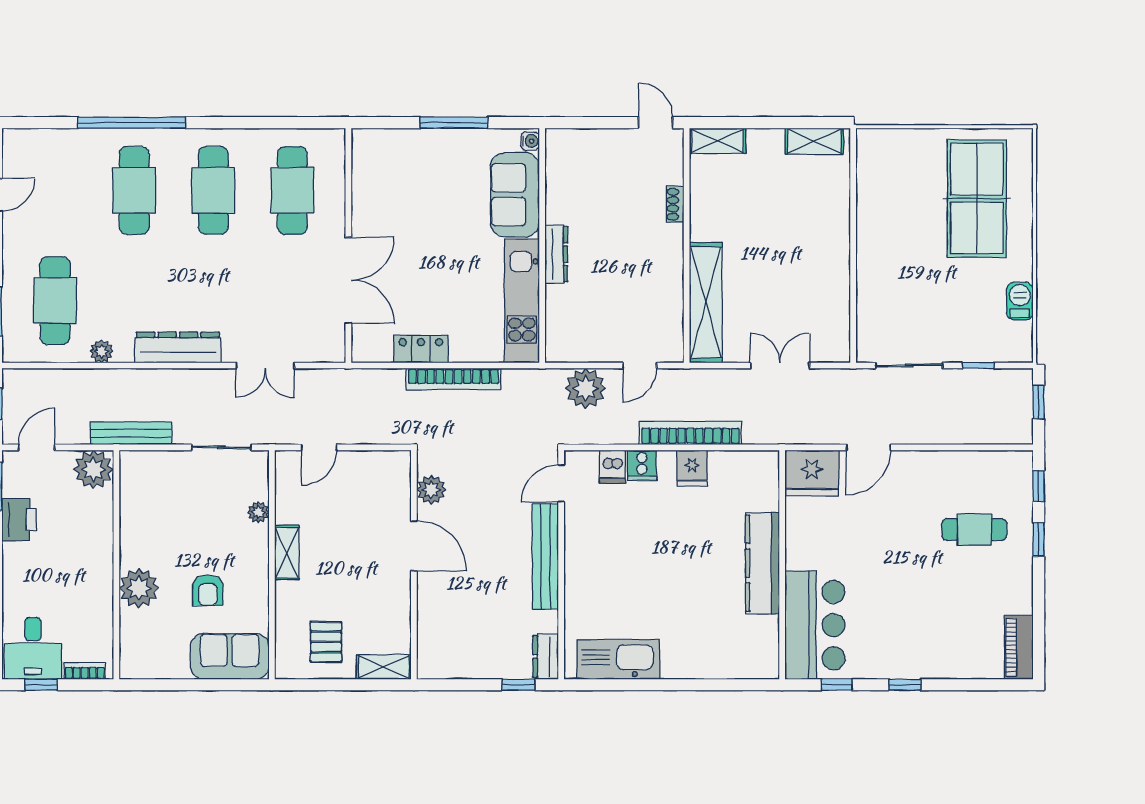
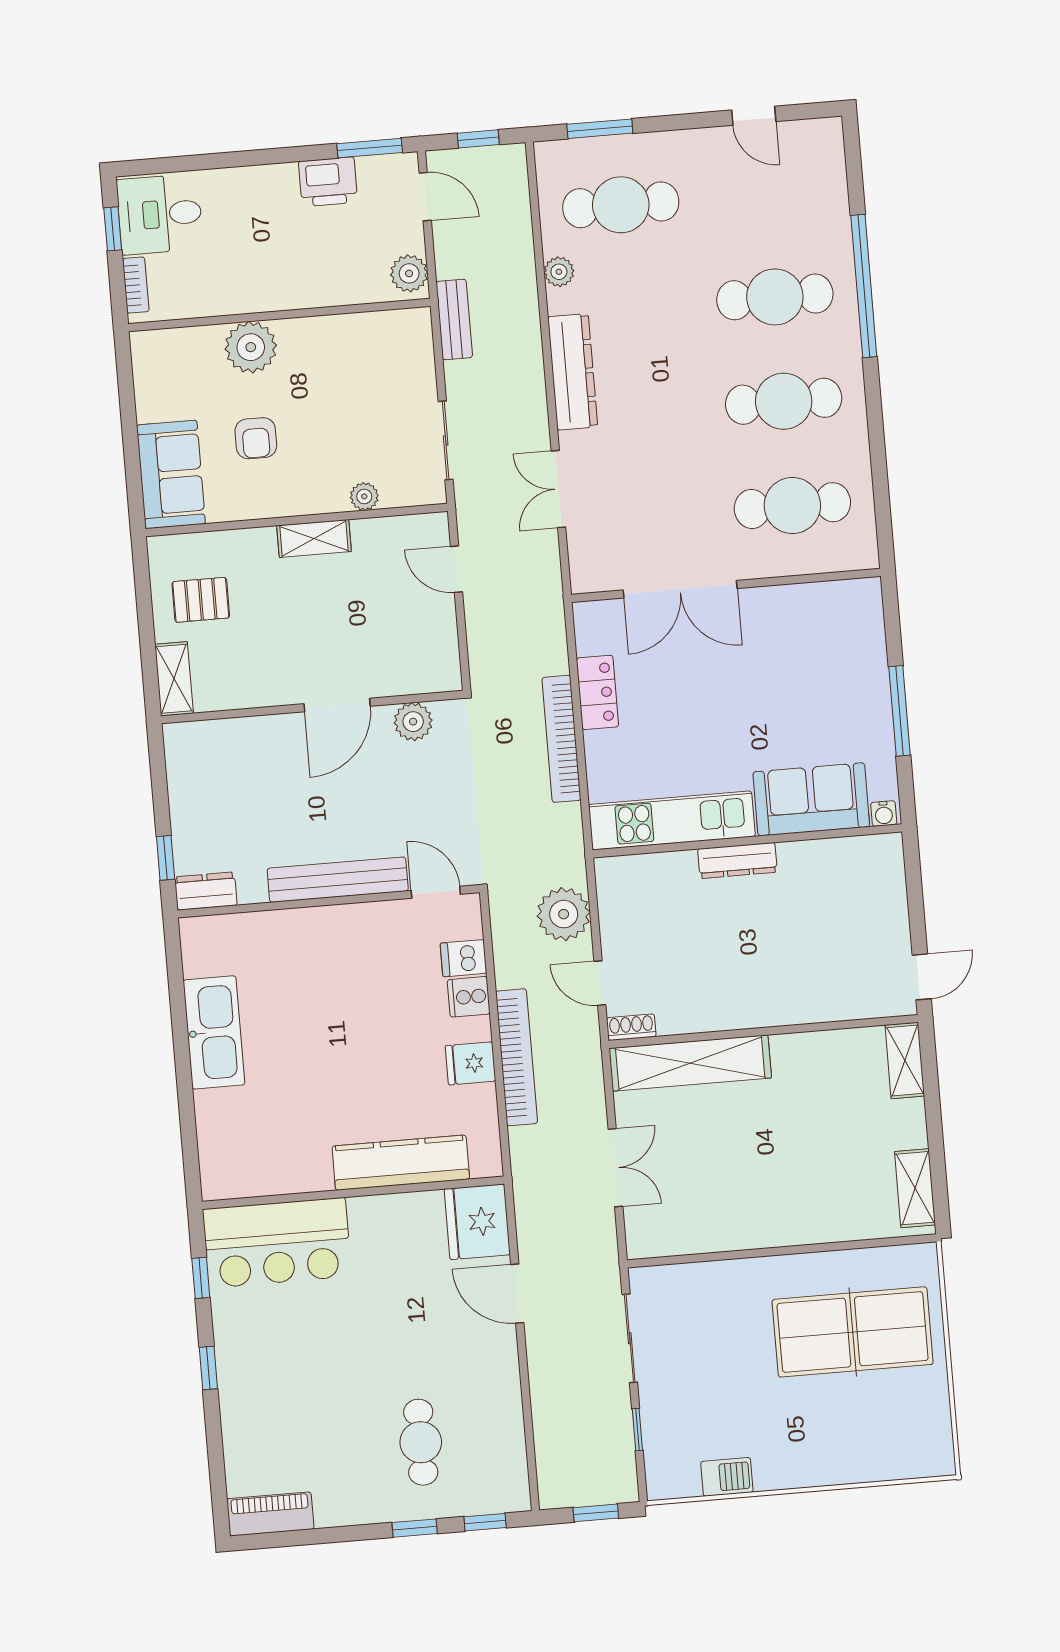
table tennis table: (977, 199) -> (853, 1332), moved
shoe rack: (675, 204) -> (631, 1027), moved
bench: (131, 433) -> (454, 320), width x0.73
plant: (93, 469) -> (409, 273), width x0.73, depth x0.73
kitchen counter: (762, 563) -> (401, 1163), moved
armchair: (208, 590) -> (256, 438), turned -90
kitchen sink: (618, 659) -> (214, 1032), moved

